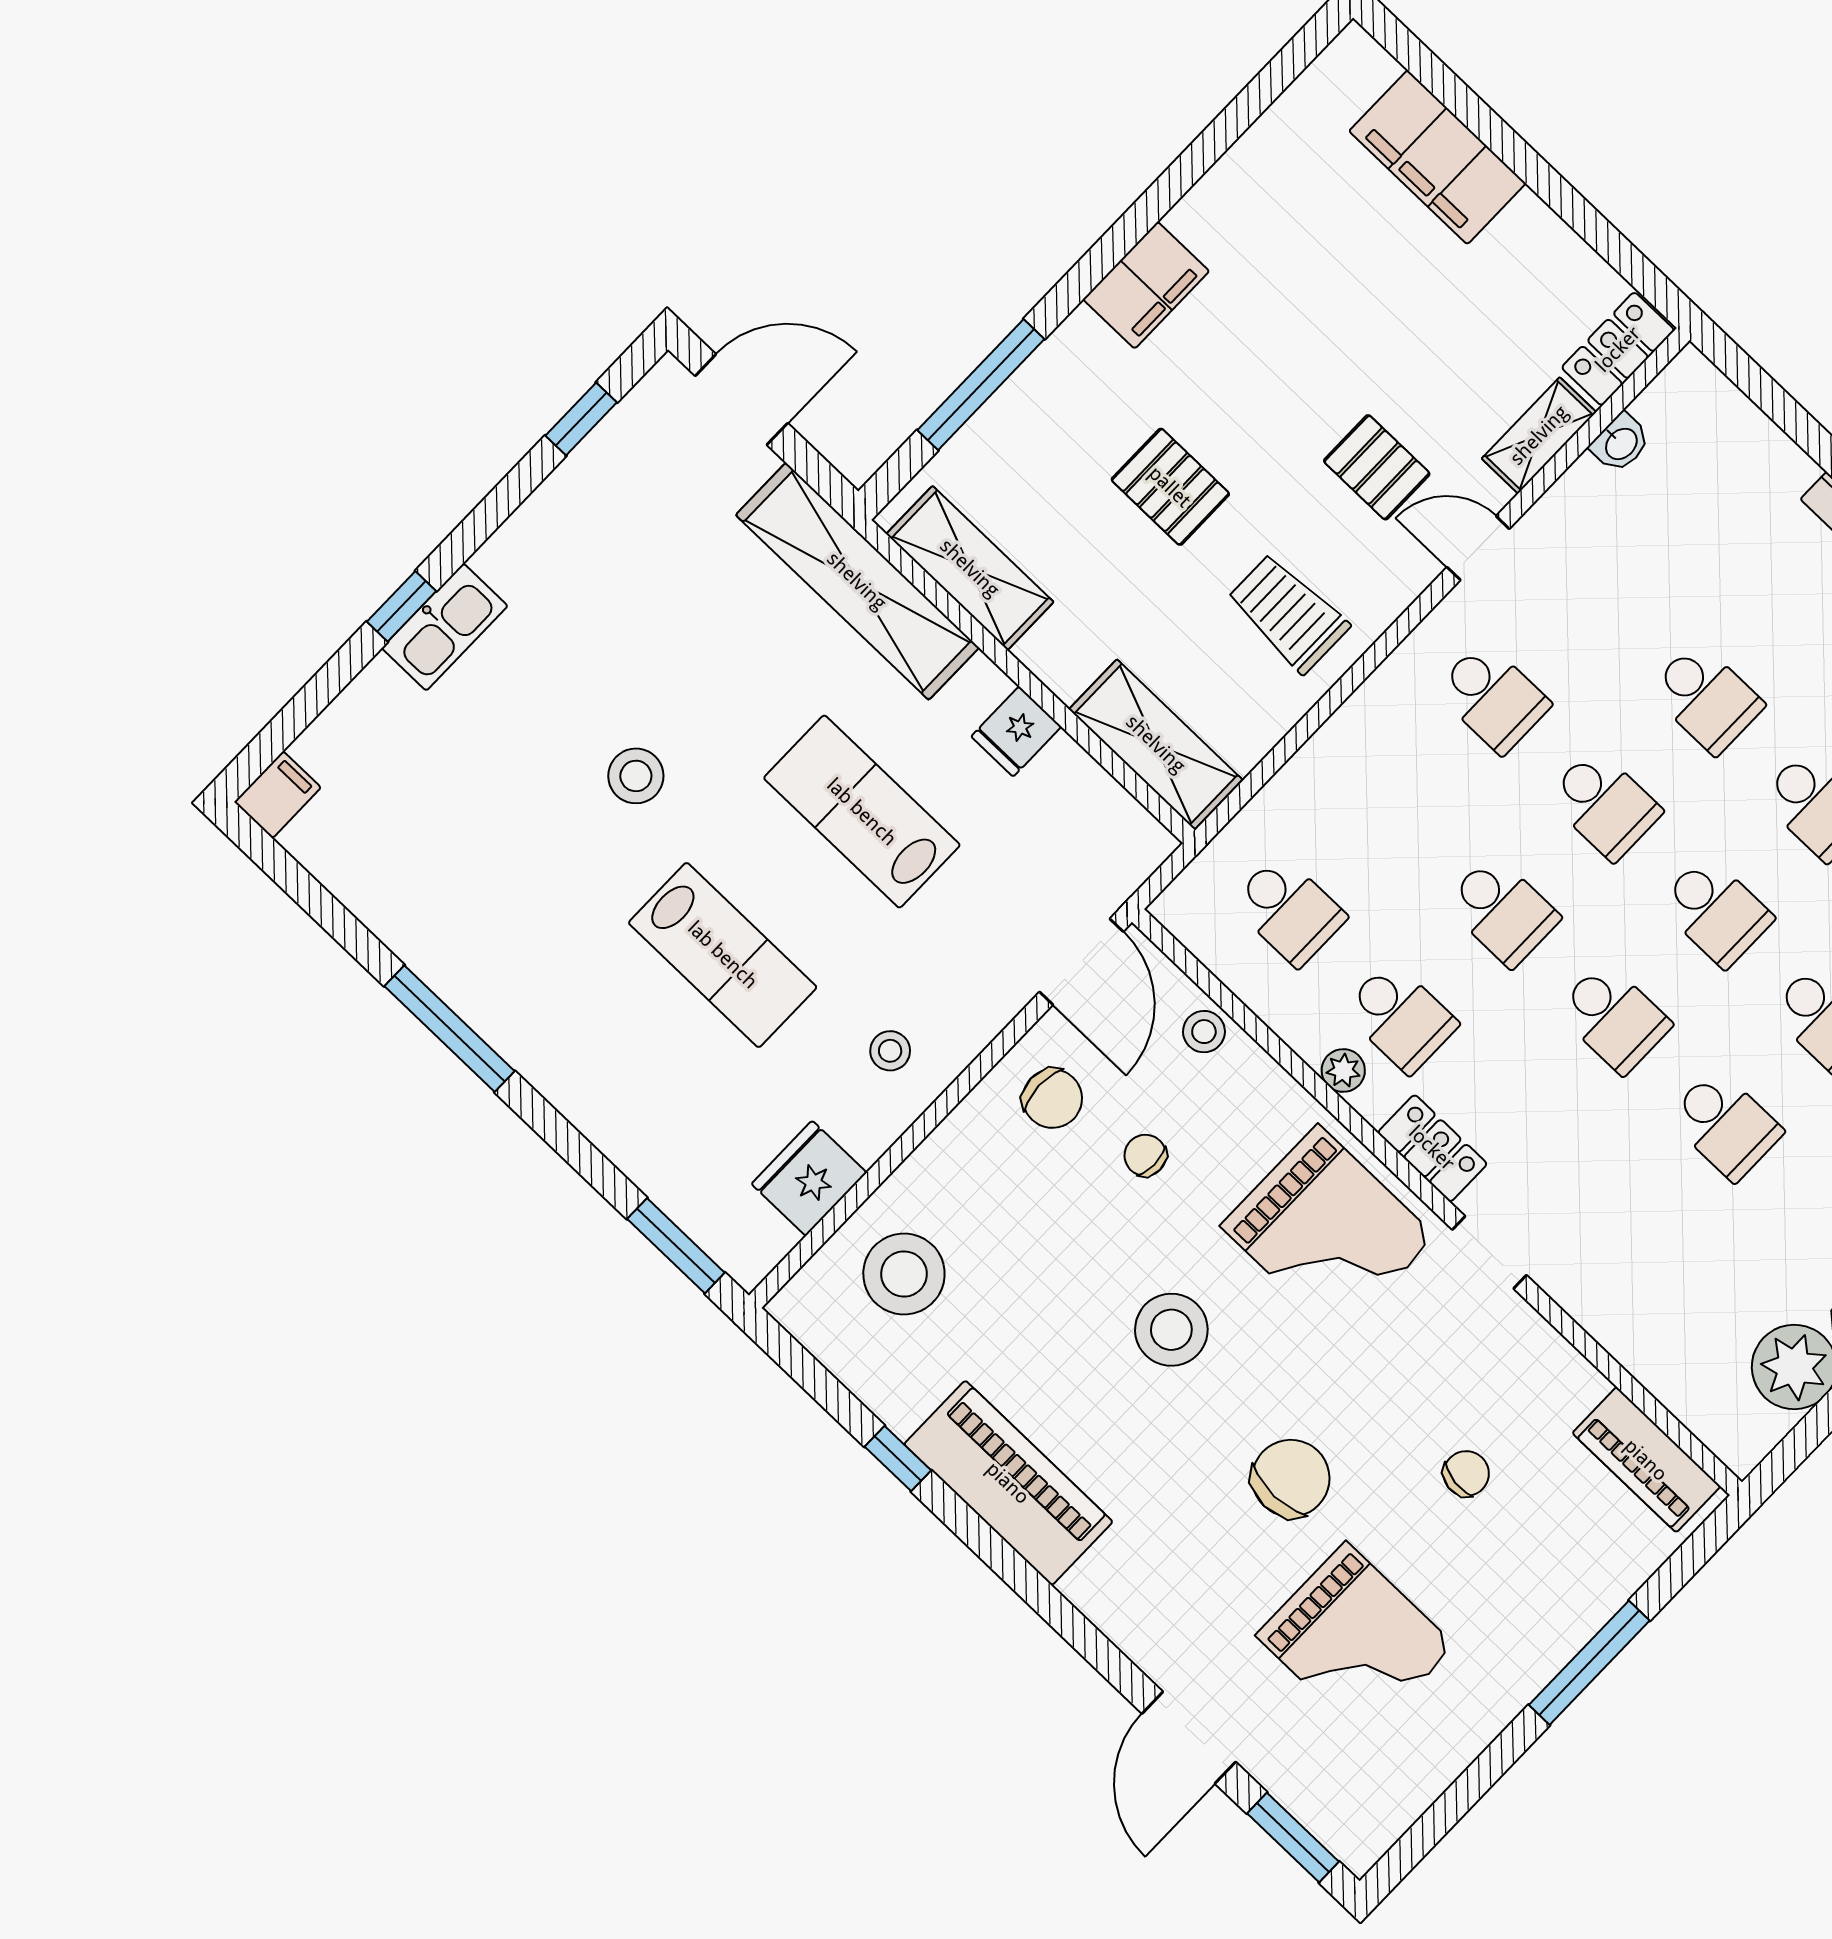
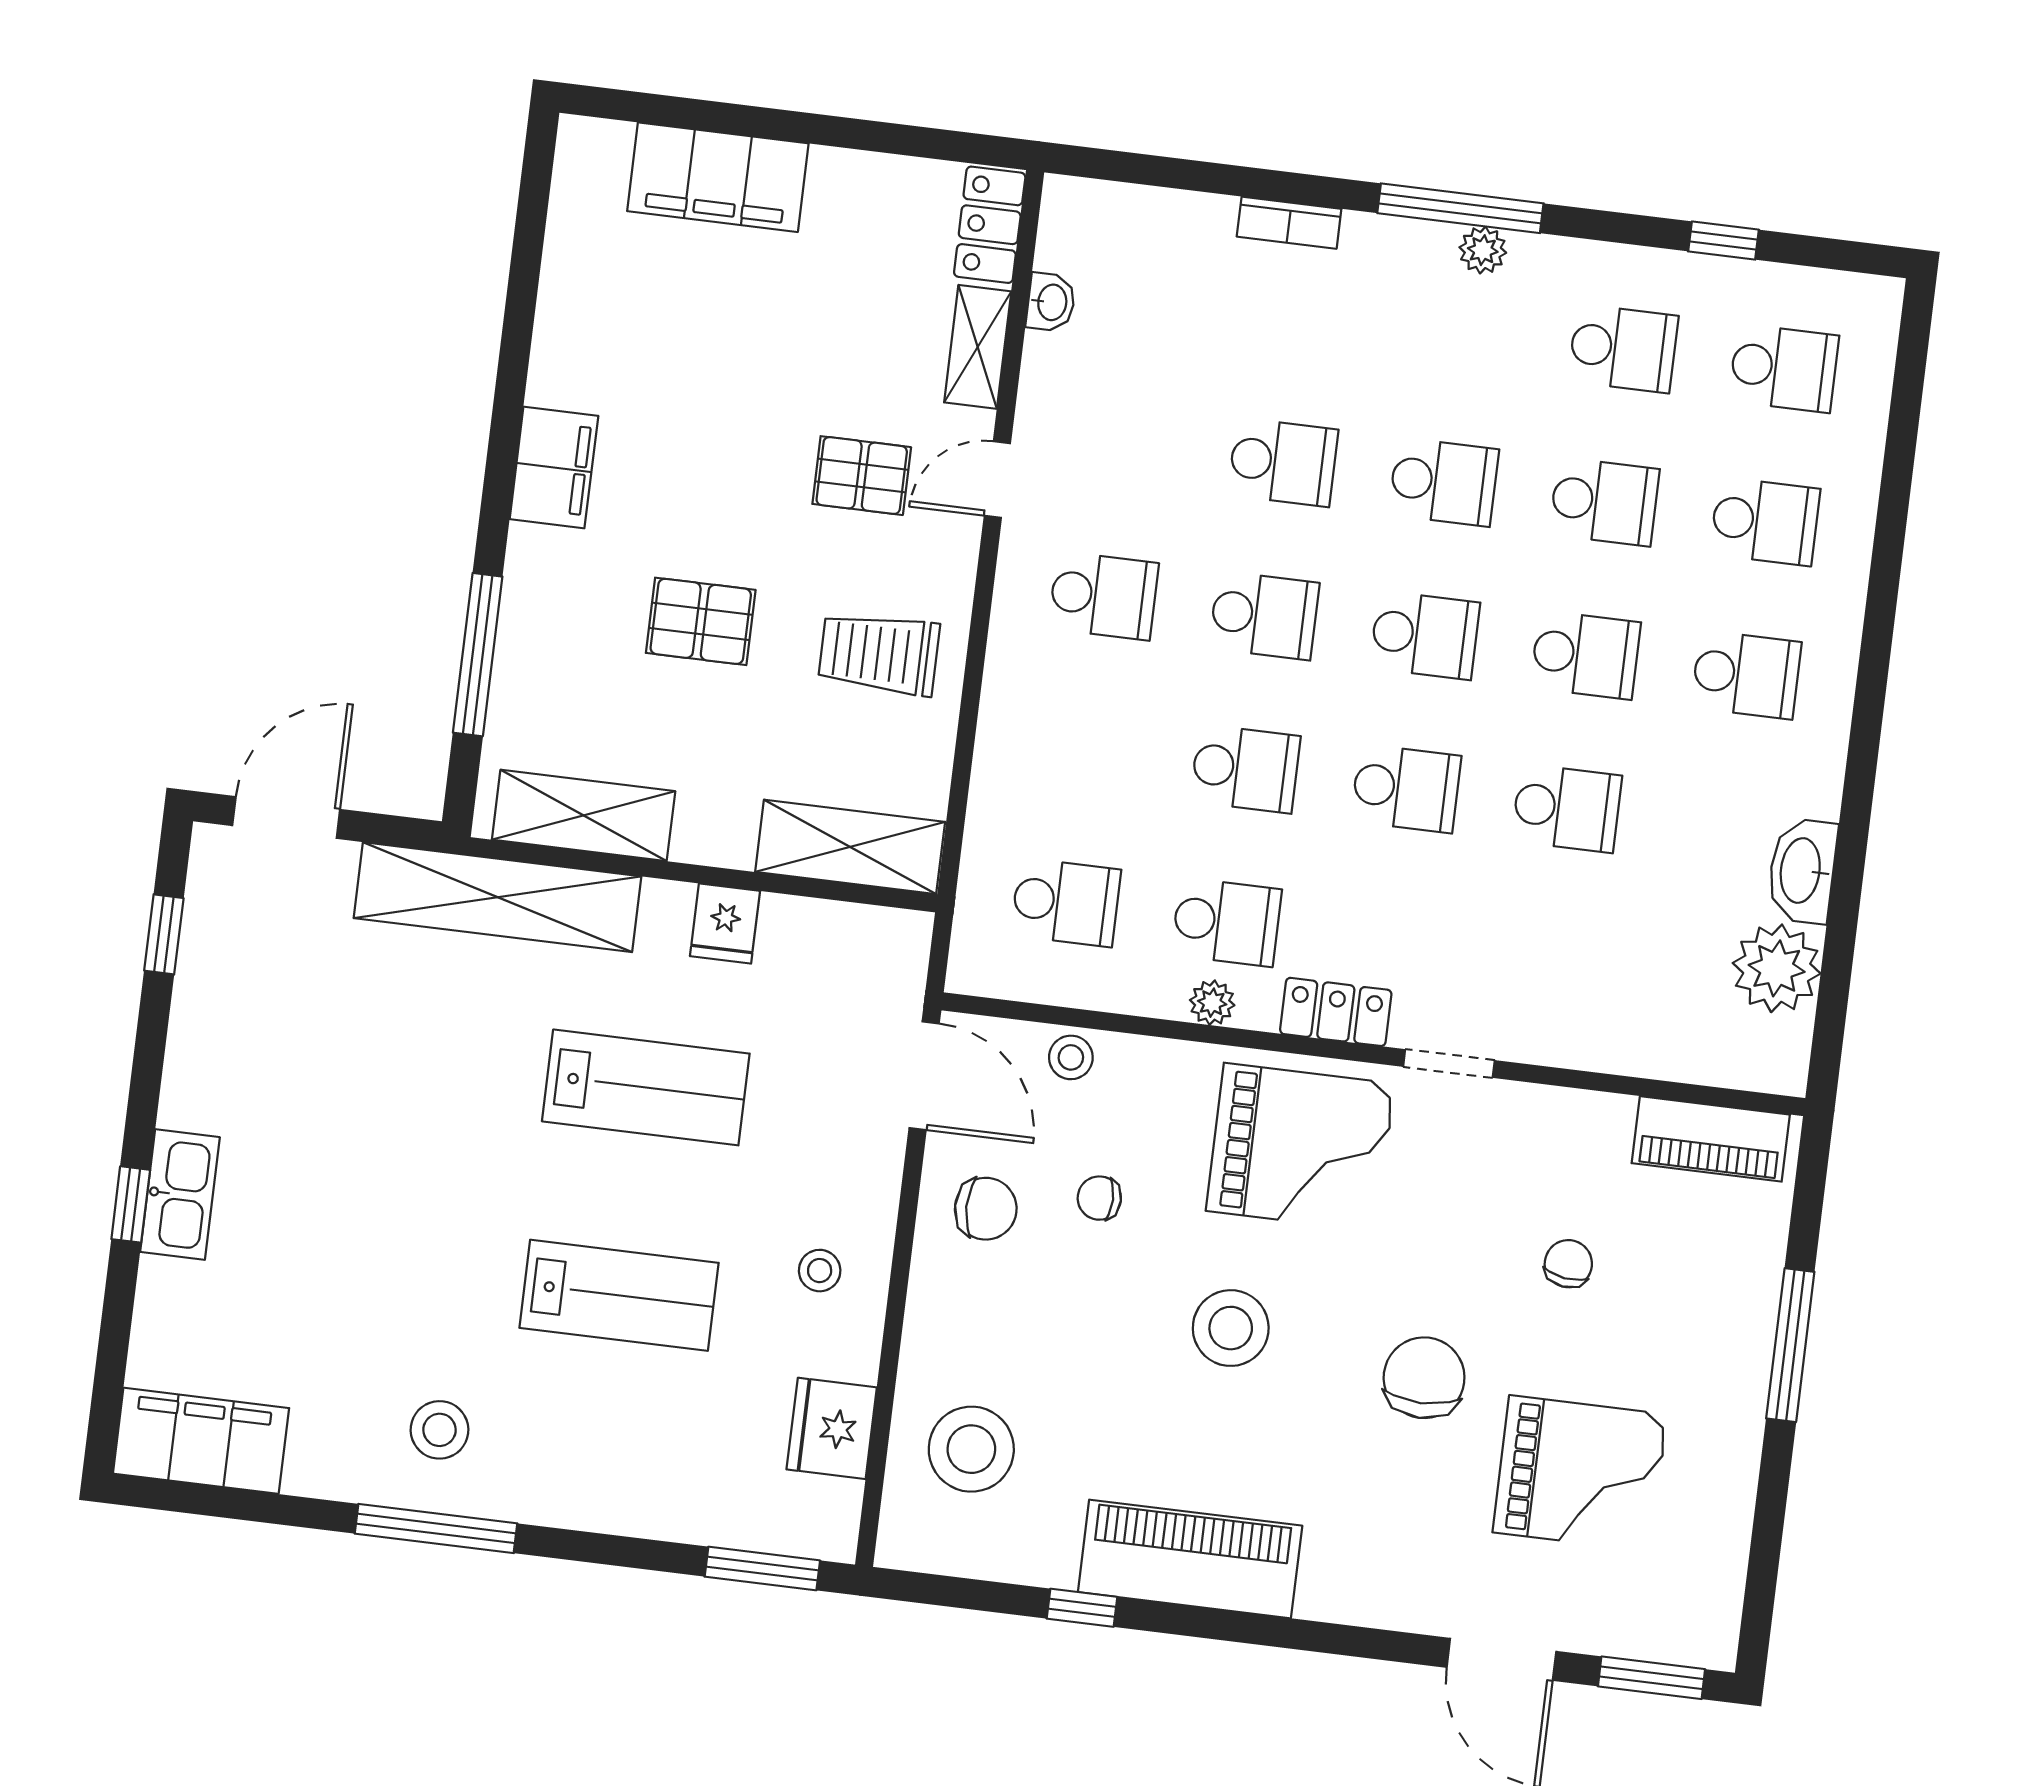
stool: (636, 776) -> (440, 1430), moved
filing cabinet: (278, 795) -> (201, 1441), width x3.00, depth x1.17
lab bench: (862, 812) -> (646, 1087), turned 180

